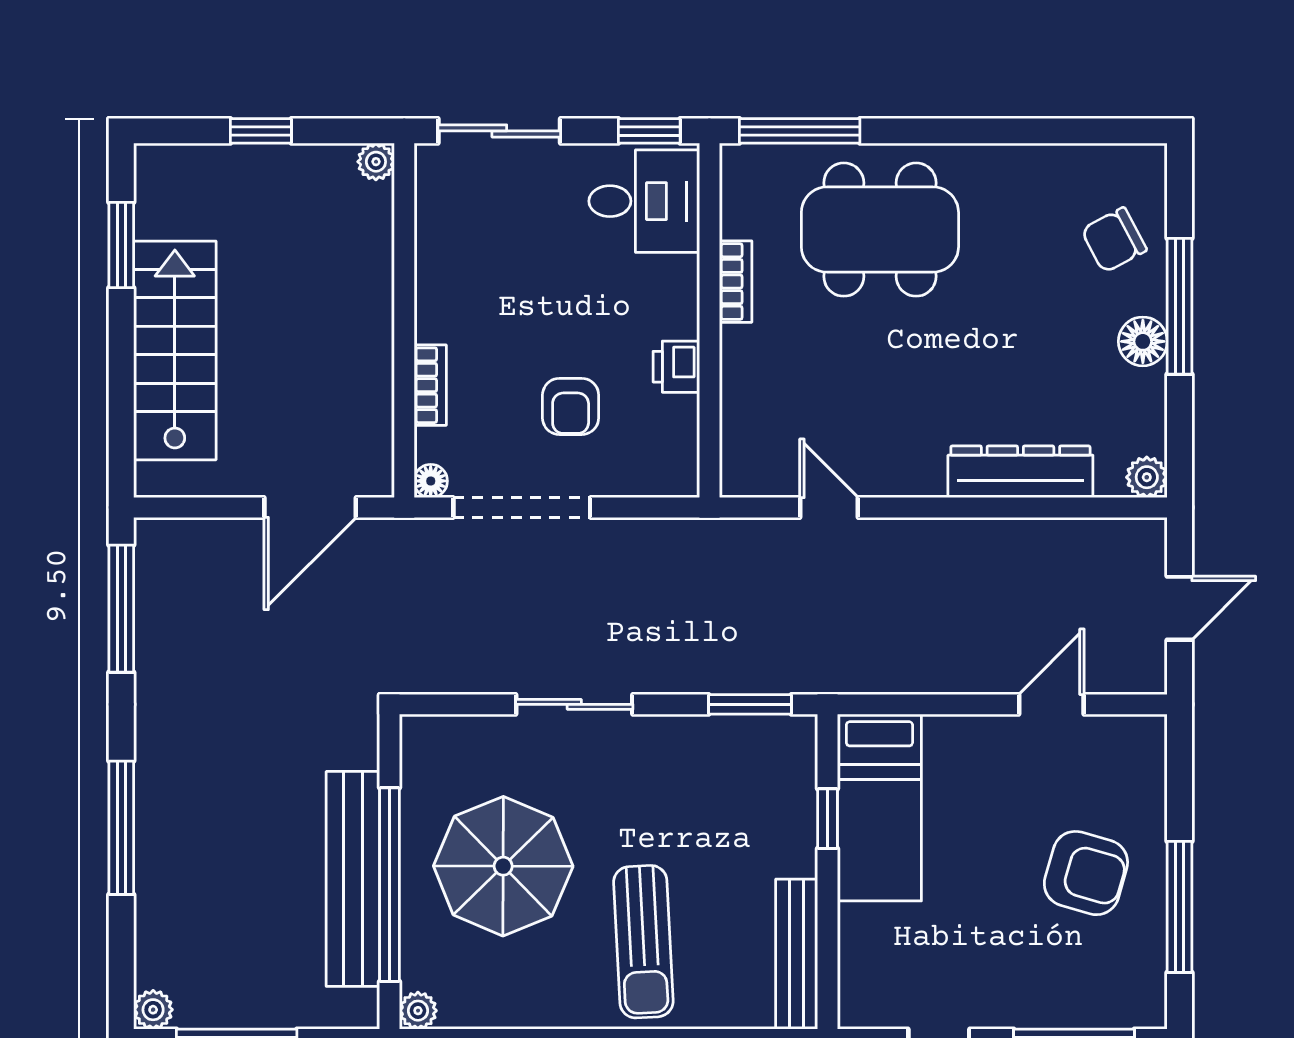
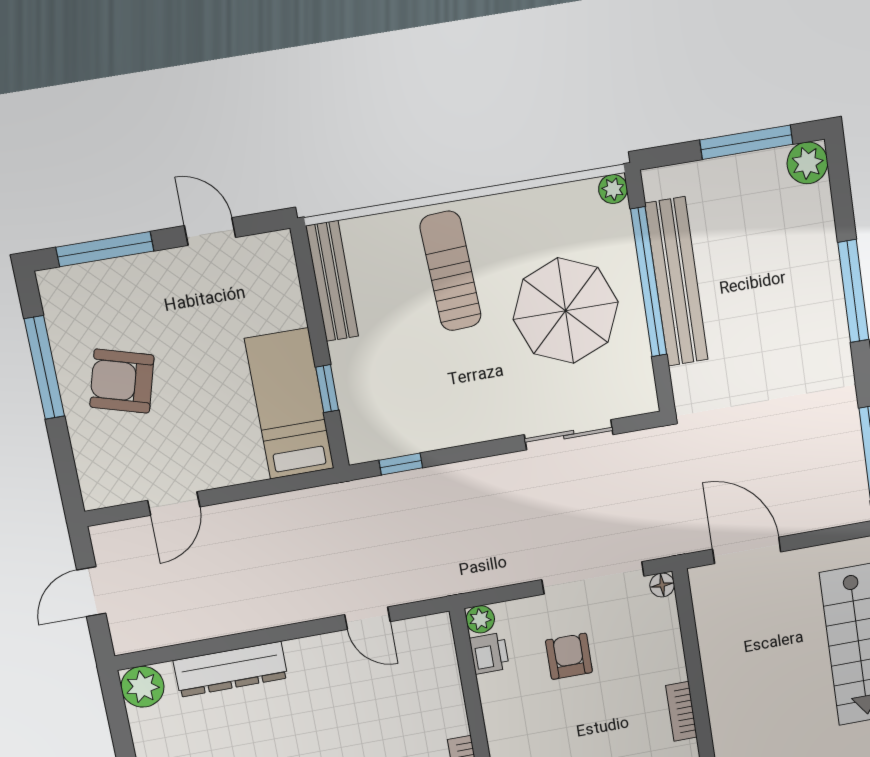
printer: (676, 367) -> (489, 653), moved
bookcase: (430, 385) -> (681, 711), moved
plant: (1147, 477) -> (143, 687), width x1.38, depth x1.38
plant: (681, 479) -> (480, 619), added
door: (310, 507) -> (747, 550), hinge flipped
sliding door: (574, 704) -> (569, 435), moved
window: (750, 704) -> (401, 464), width x0.67
plant: (153, 1010) -> (807, 163), width x1.38, depth x1.38

